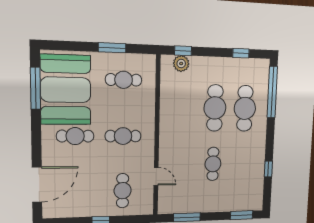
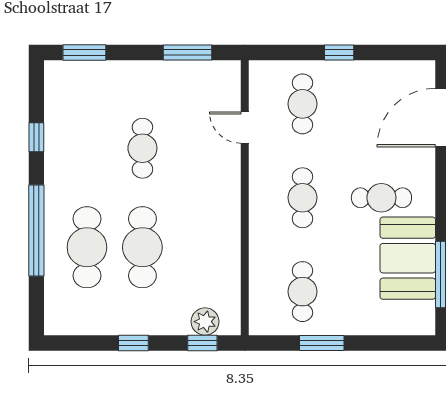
window: (241, 53) -> (133, 343), moved
cafe table: (124, 80) -> (302, 292), turned 90
booth: (66, 90) -> (408, 258), width x0.73, depth x0.70
window: (272, 92) -> (36, 230), moved
cafe table: (123, 136) -> (302, 198), turned 90

